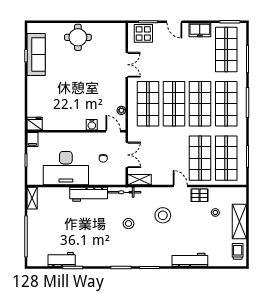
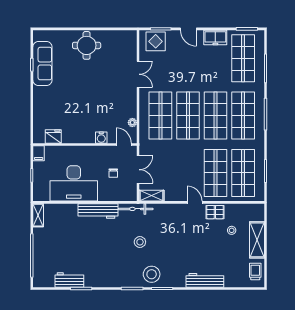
fridge: (35, 124) -> (53, 137), moved
stool: (163, 215) -> (152, 274), moved

